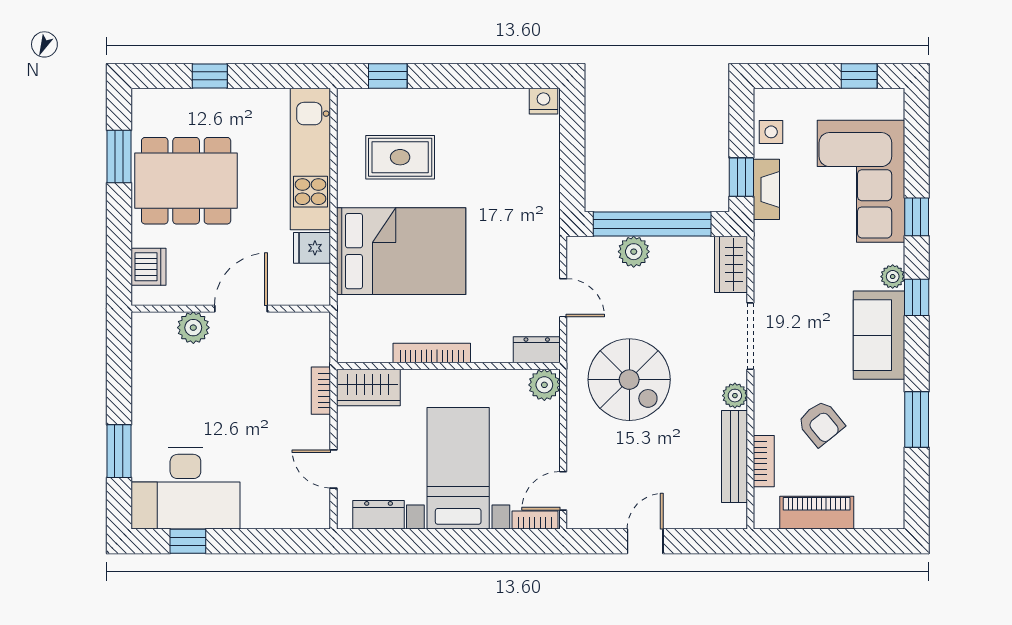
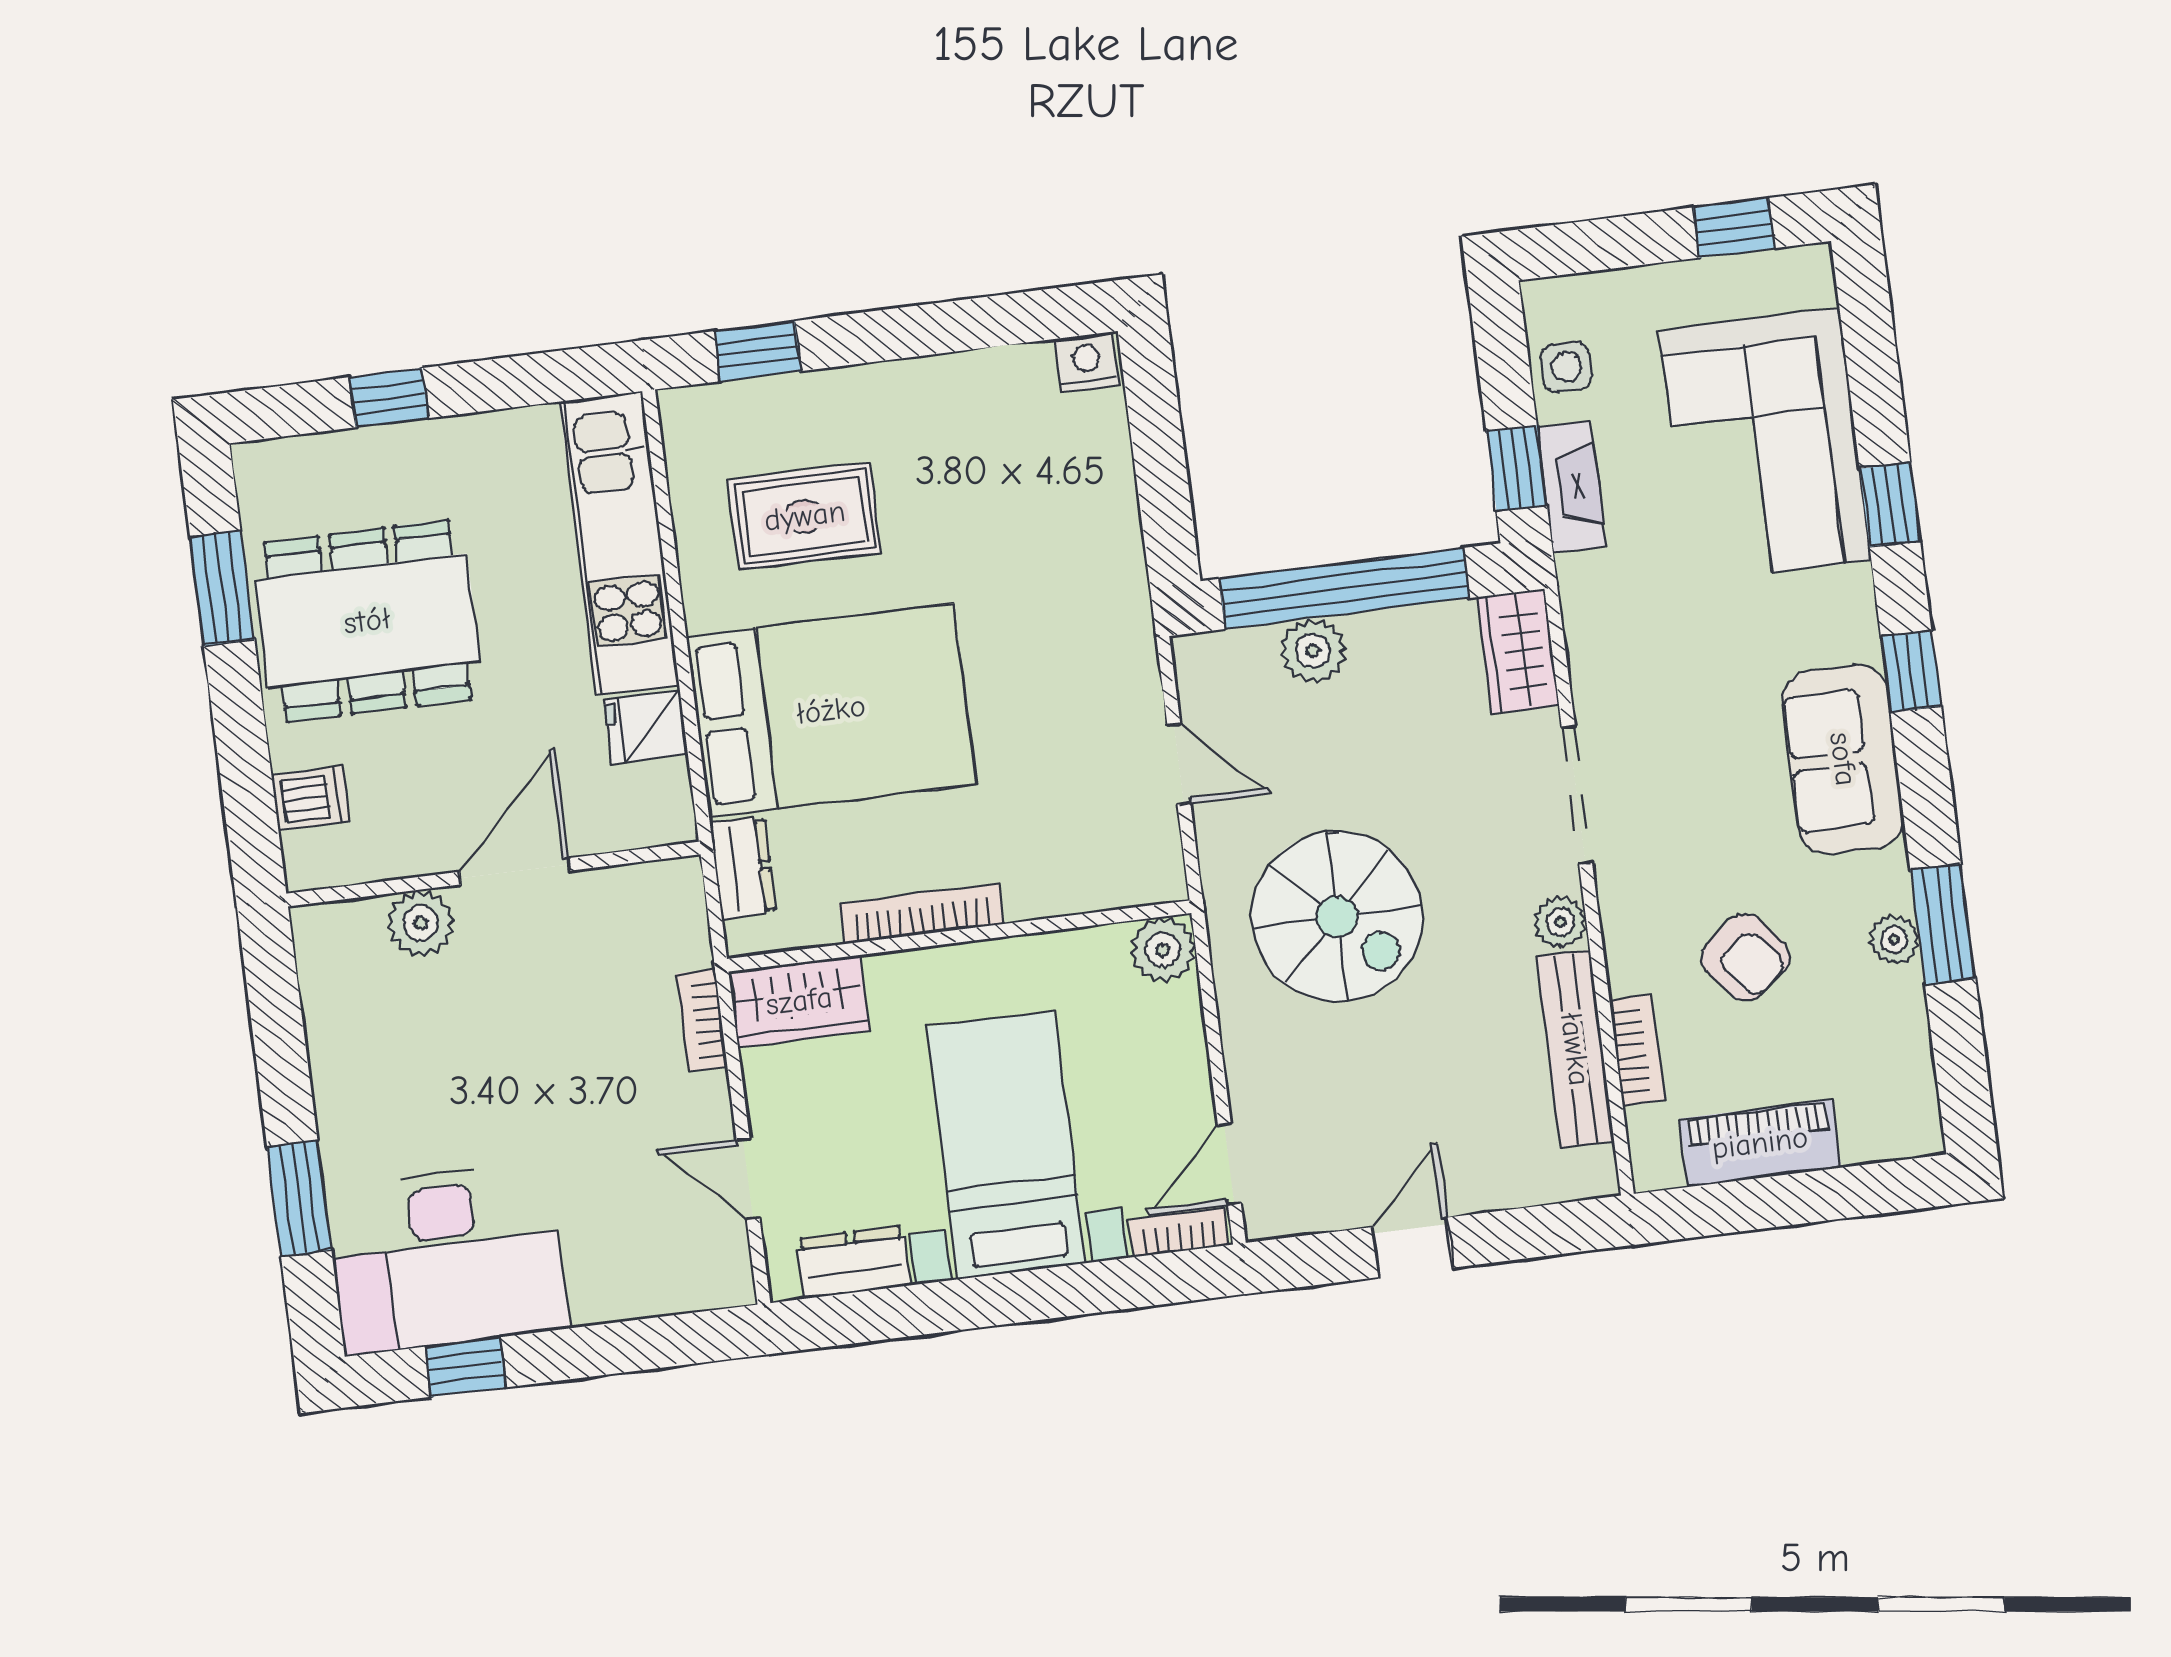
dishwasher: (148, 267) -> (311, 798), width x0.73
plant: (893, 277) -> (1894, 940), moved
dresser: (537, 350) -> (743, 868), moved, turned 90

